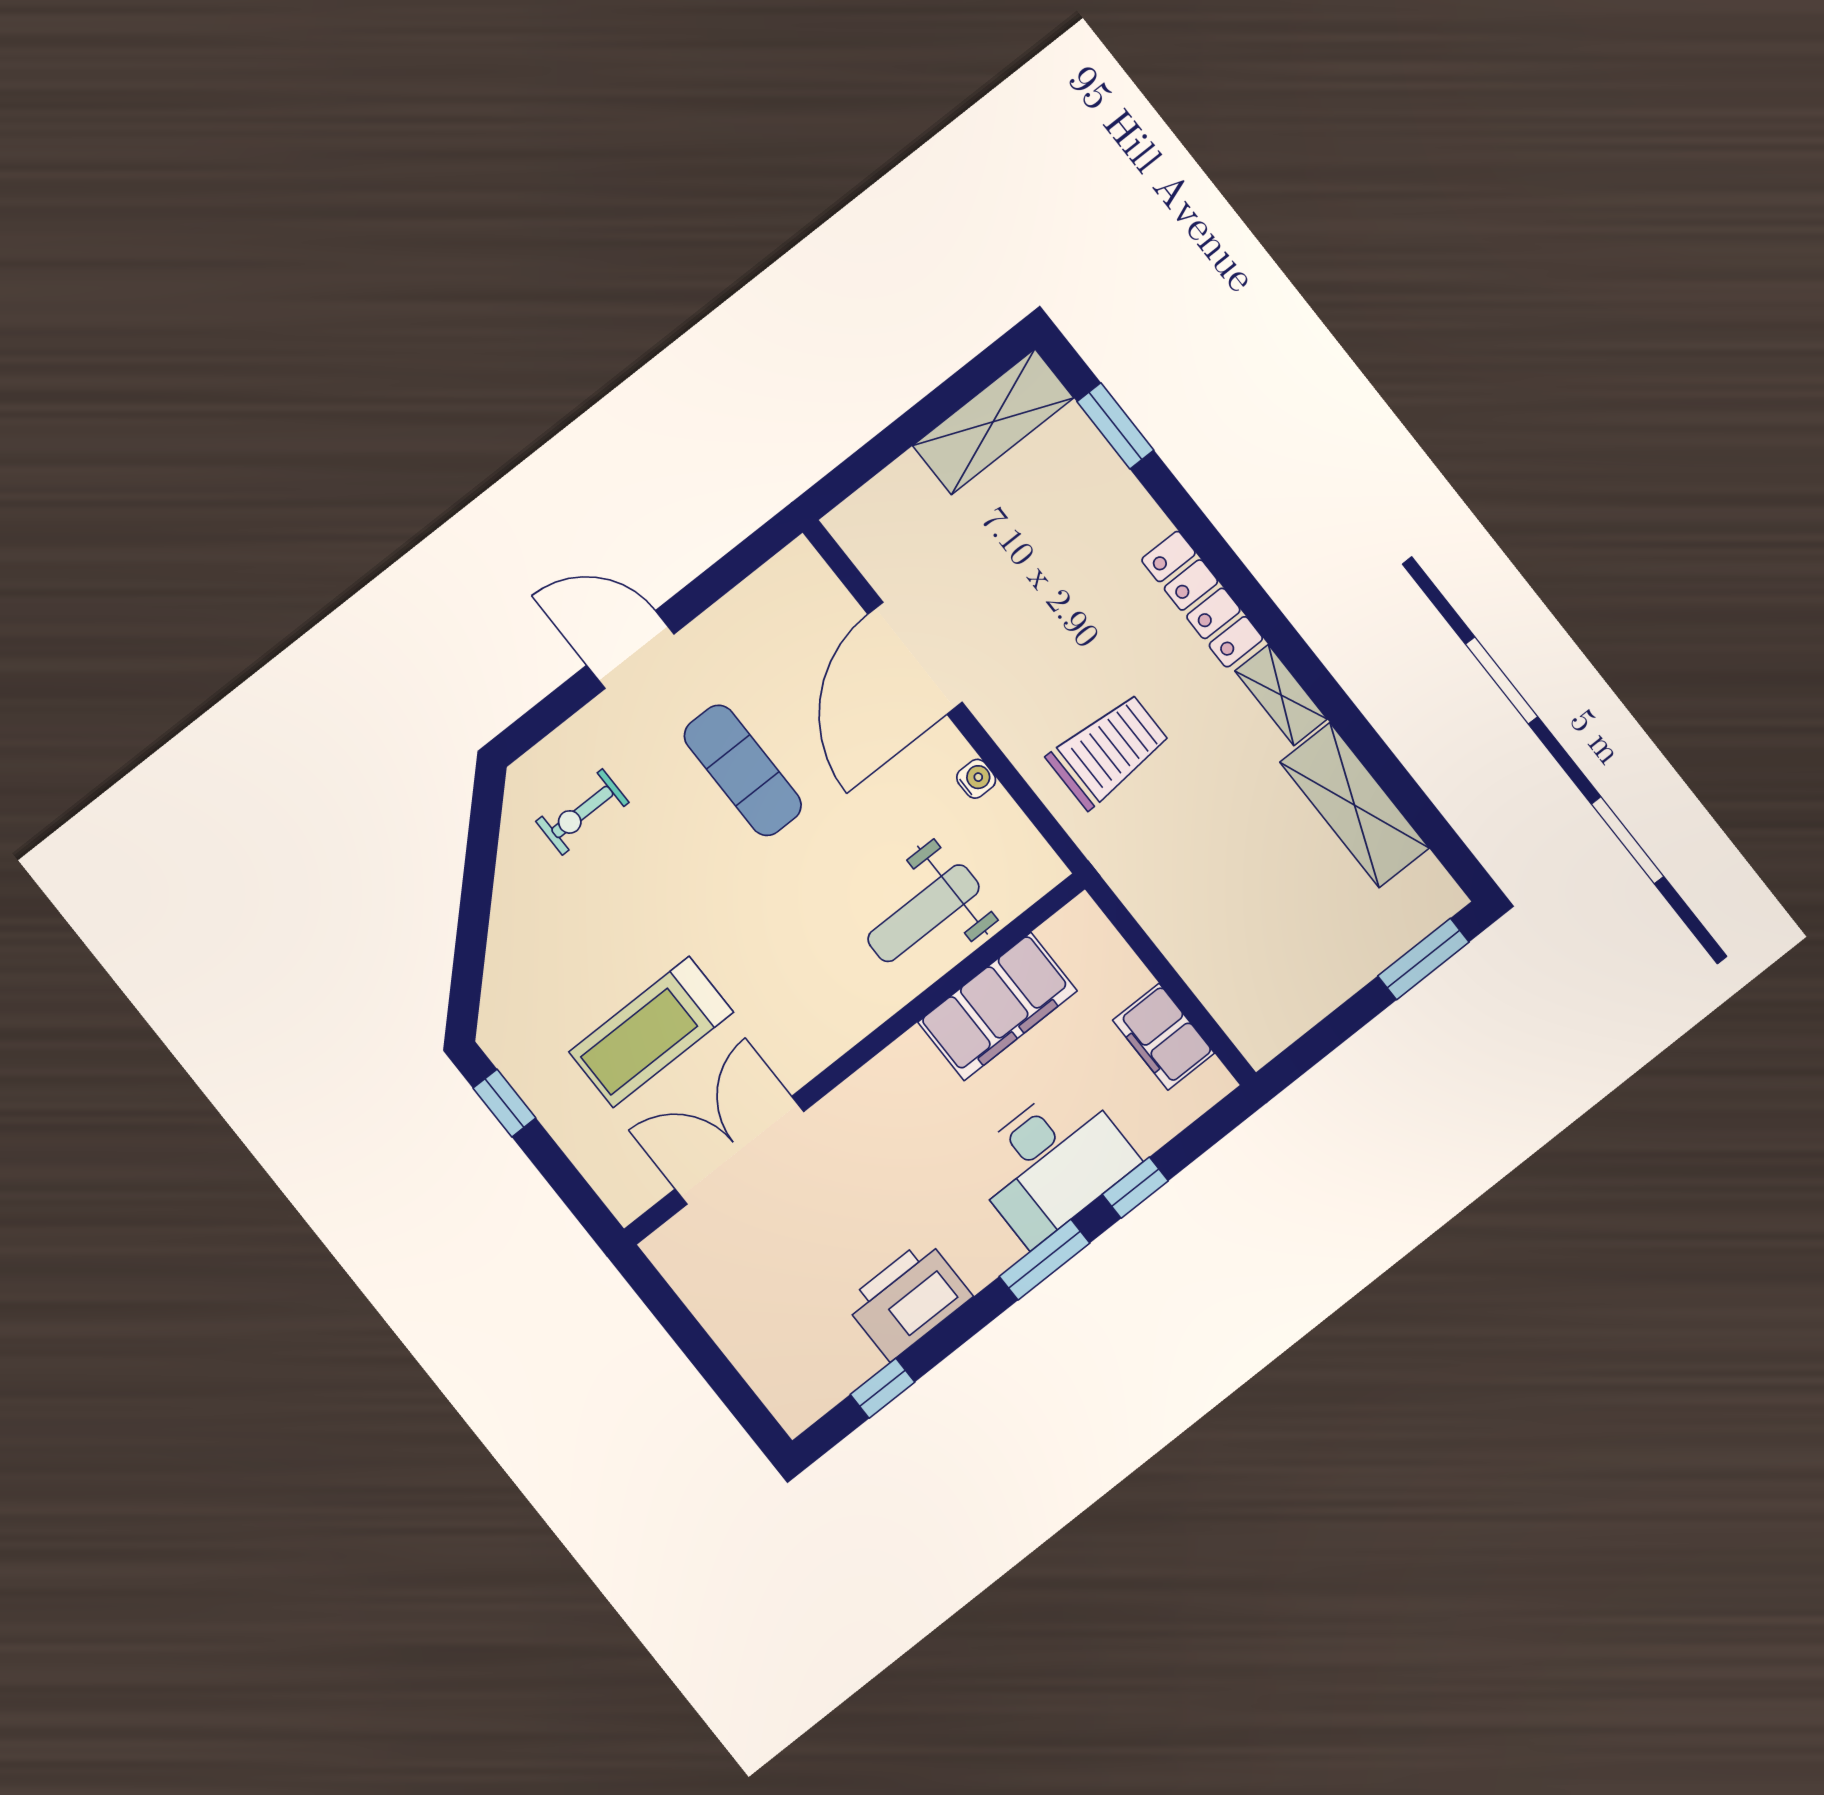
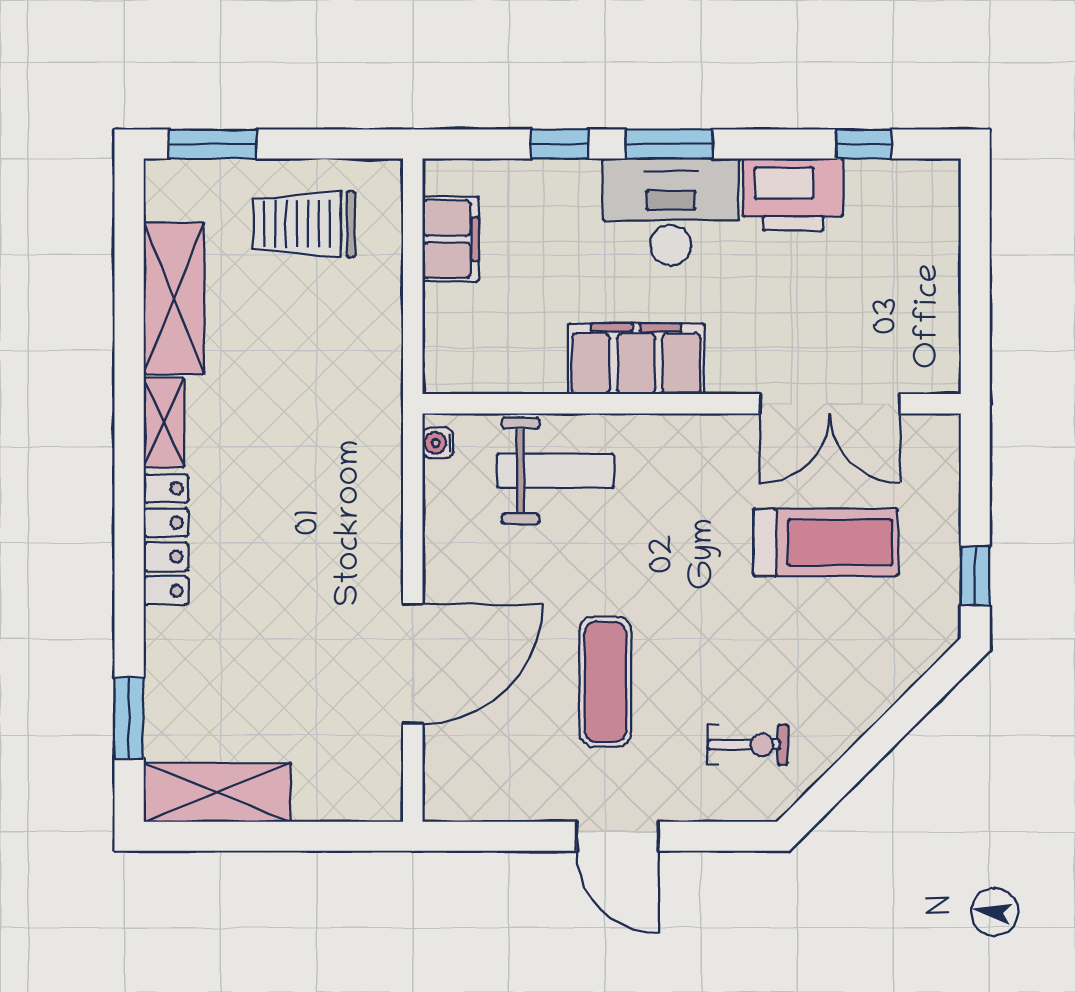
trolley: (1108, 751) -> (304, 224), moved
water cooler: (976, 779) -> (438, 443), moved
filing cabinet: (997, 1007) -> (636, 359), moved
desk: (1052, 1162) -> (671, 212), moved

